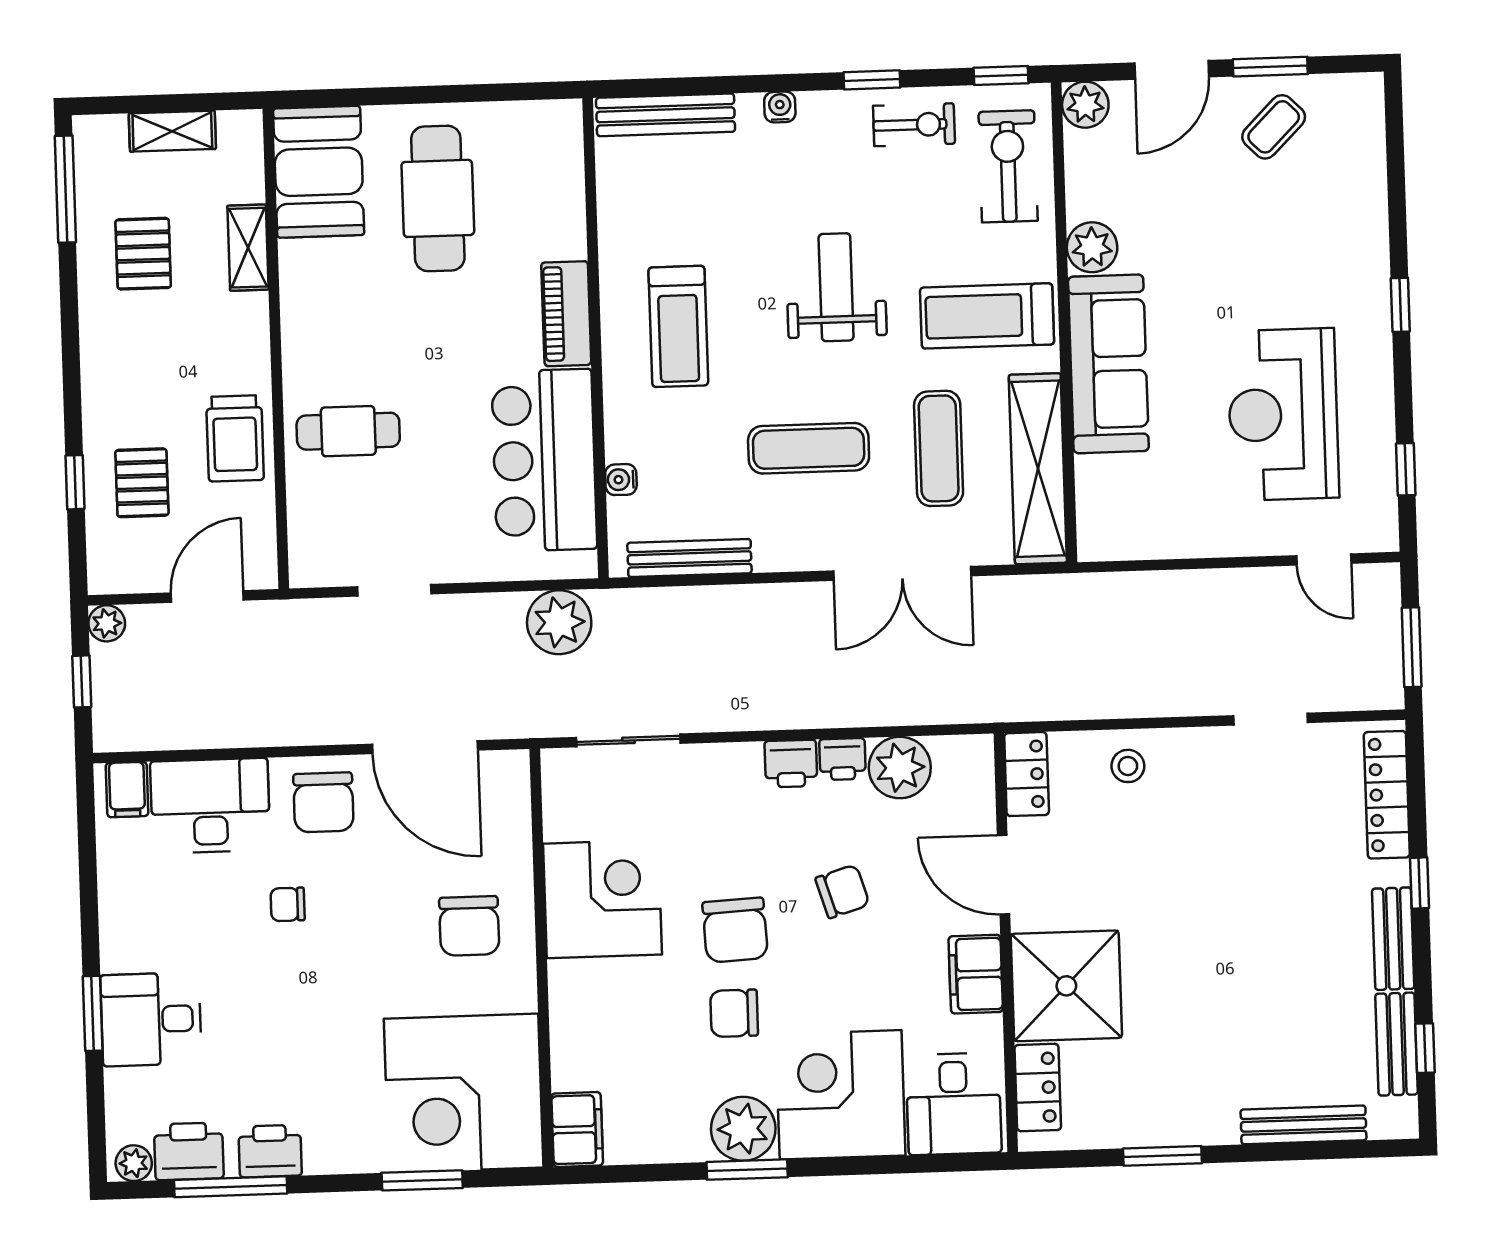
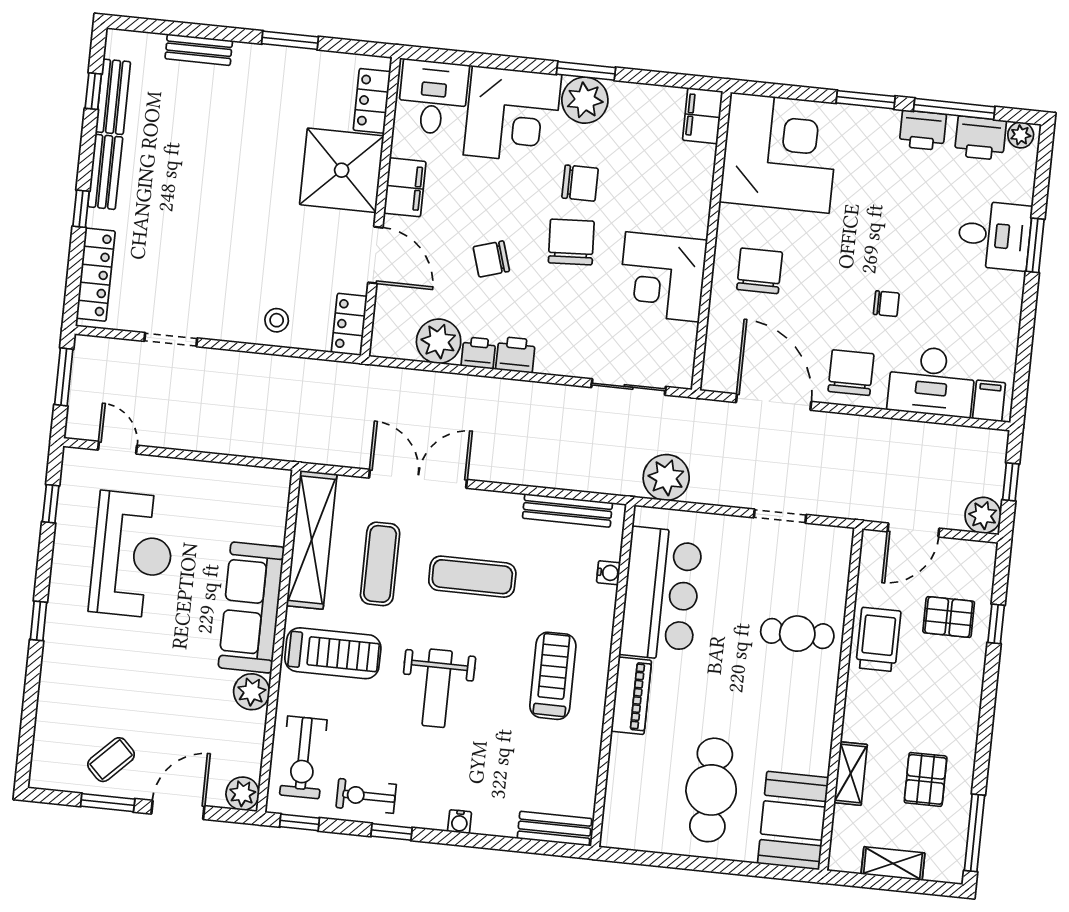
bench: (666, 115) -> (555, 829), width x0.73
pallet: (142, 483) -> (949, 617), turned 90
plant: (107, 623) -> (983, 515), width x1.38, depth x1.38
bench: (1303, 1125) -> (199, 50), width x0.73
window: (422, 1180) -> (866, 100), moved

